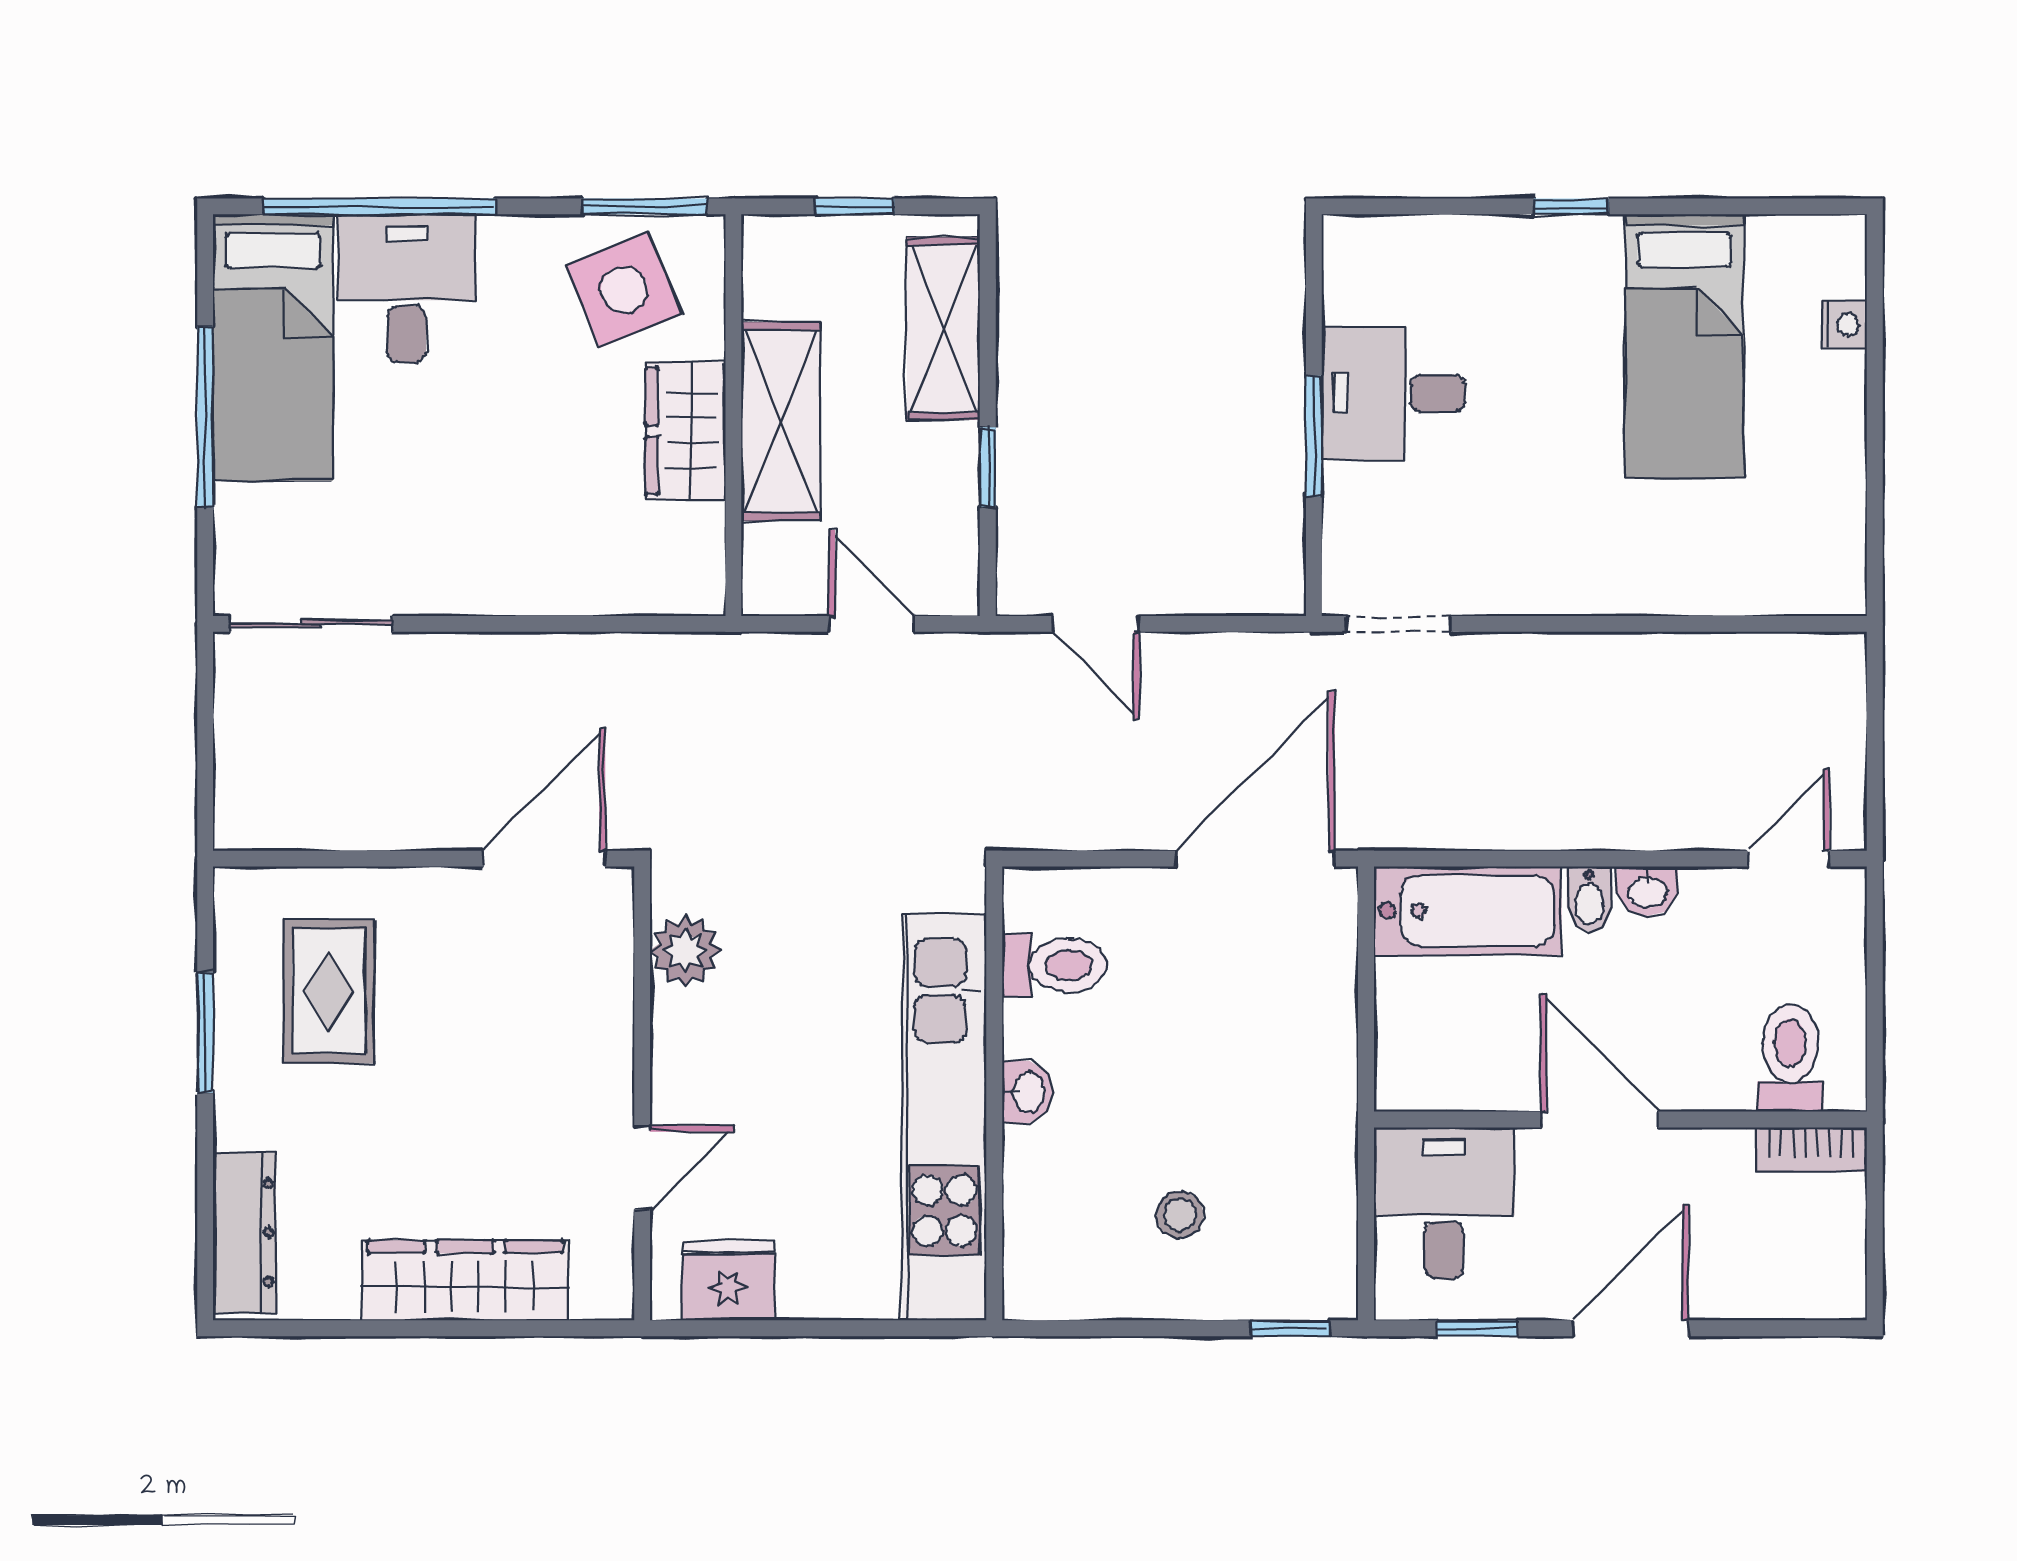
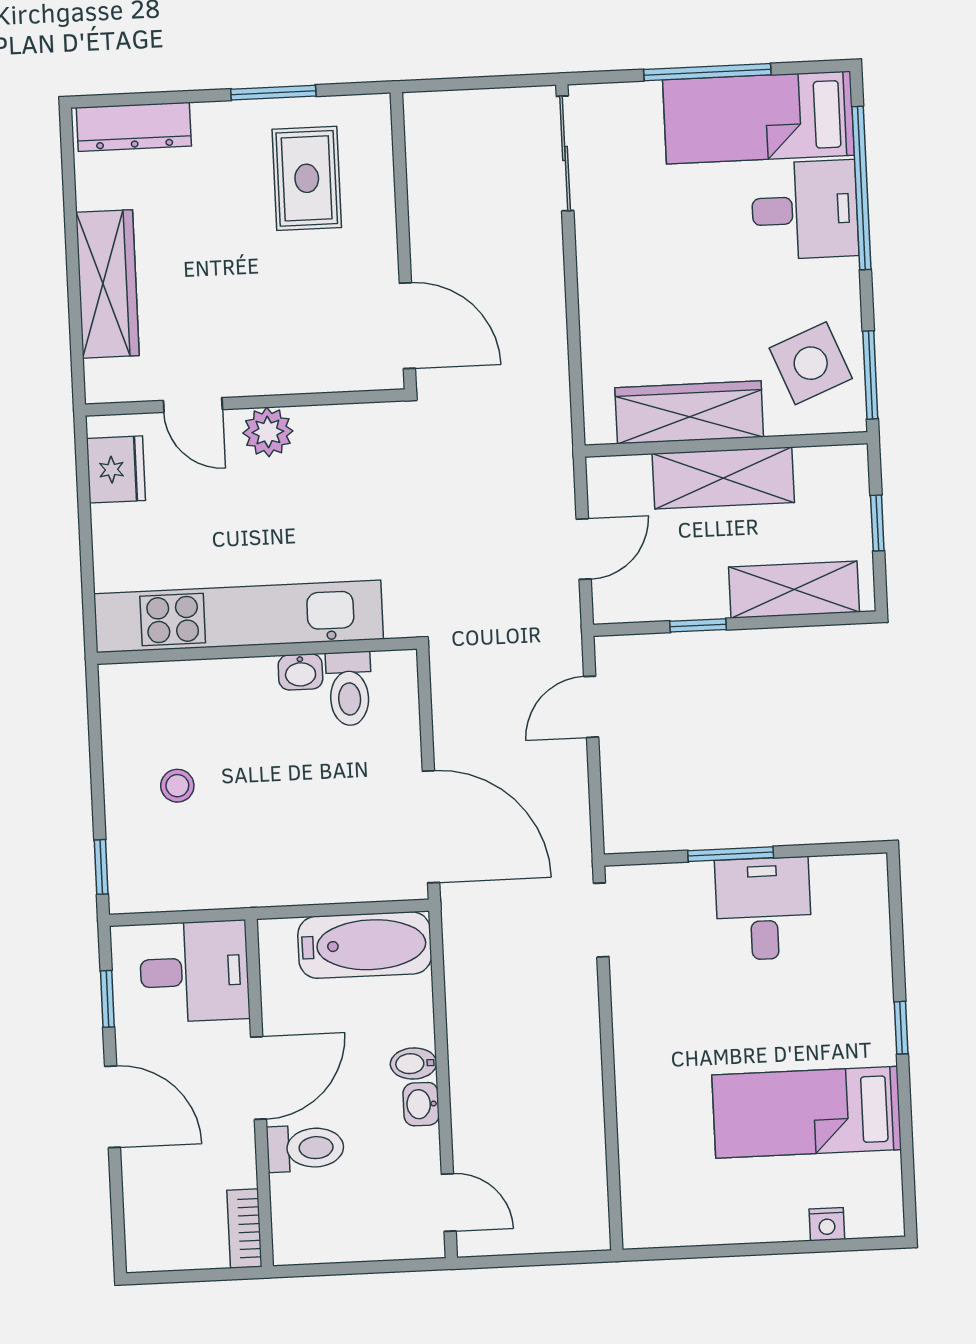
wardrobe: (686, 431) -> (689, 412), width x1.50
bathtub: (1468, 911) -> (365, 945), moved, turned -90
plant: (685, 951) -> (268, 432), moved
rug: (329, 991) -> (307, 178), turned 90
toilet: (1790, 1058) -> (305, 1148), moved
washbasin: (1027, 1092) -> (300, 672), moved

